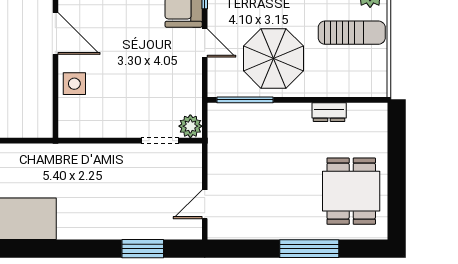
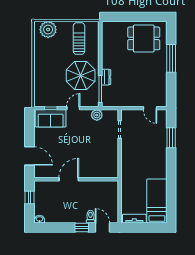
sun lounger: (352, 33) -> (79, 39), moved
side table: (74, 84) -> (93, 170), removed
dresser: (329, 112) -> (106, 77), moved
plant: (190, 126) -> (97, 115), moved

